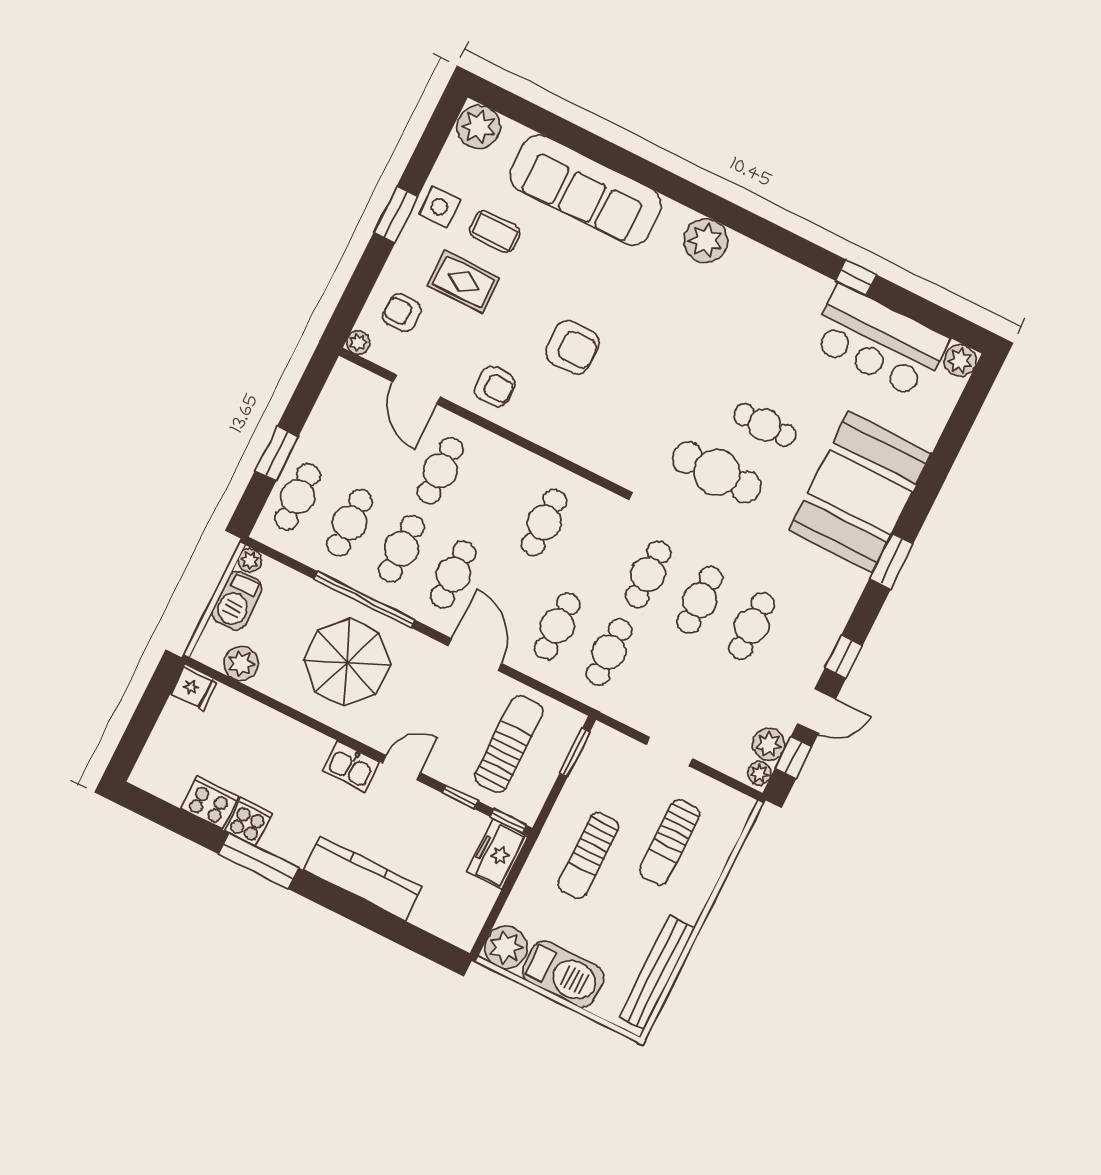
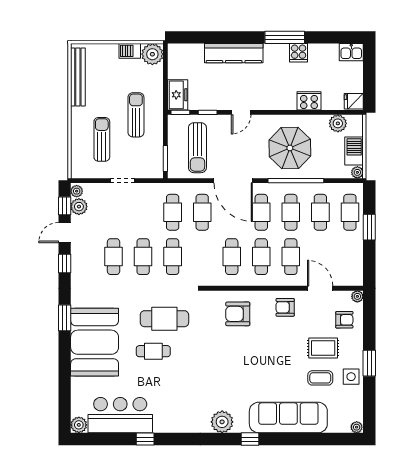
plant: (479, 127) -> (357, 427), width x0.53, depth x0.53
window: (672, 186) -> (250, 439), added
armchair: (572, 347) -> (238, 314), moved
cafe table: (492, 497) -> (261, 257), added
door: (475, 655) -> (233, 181), width x1.36
kitchen sink: (351, 767) -> (351, 52), moved, turned 180
cooker: (209, 803) -> (309, 101), moved, turned 180
barbecue: (563, 974) -> (130, 51), width x0.53, depth x0.65

